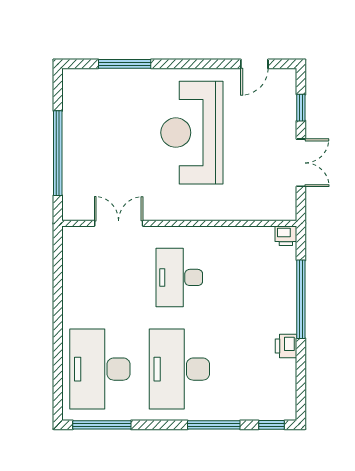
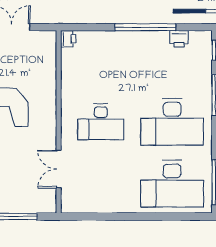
window: (301, 299) -> (145, 27), moved
printer: (286, 346) -> (179, 39), moved

